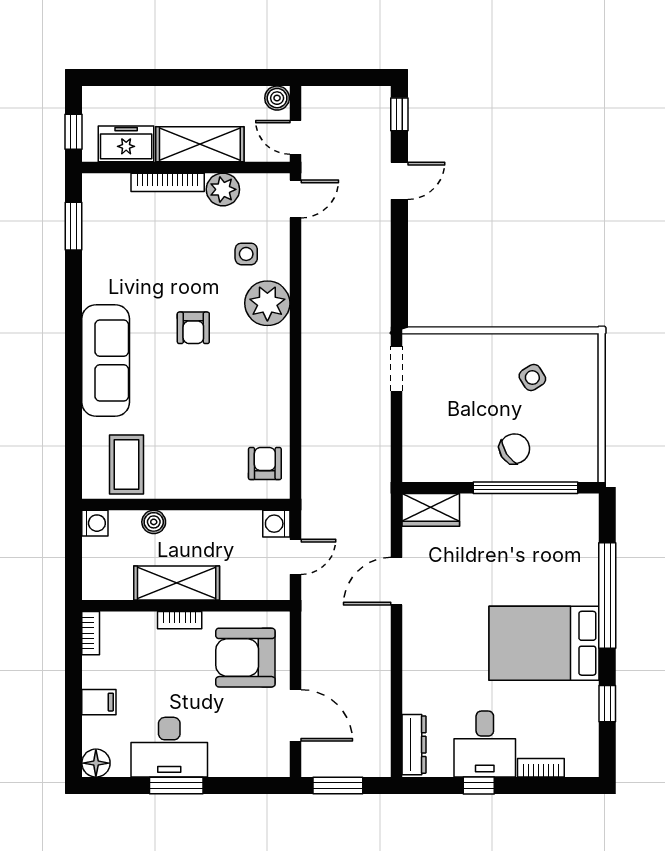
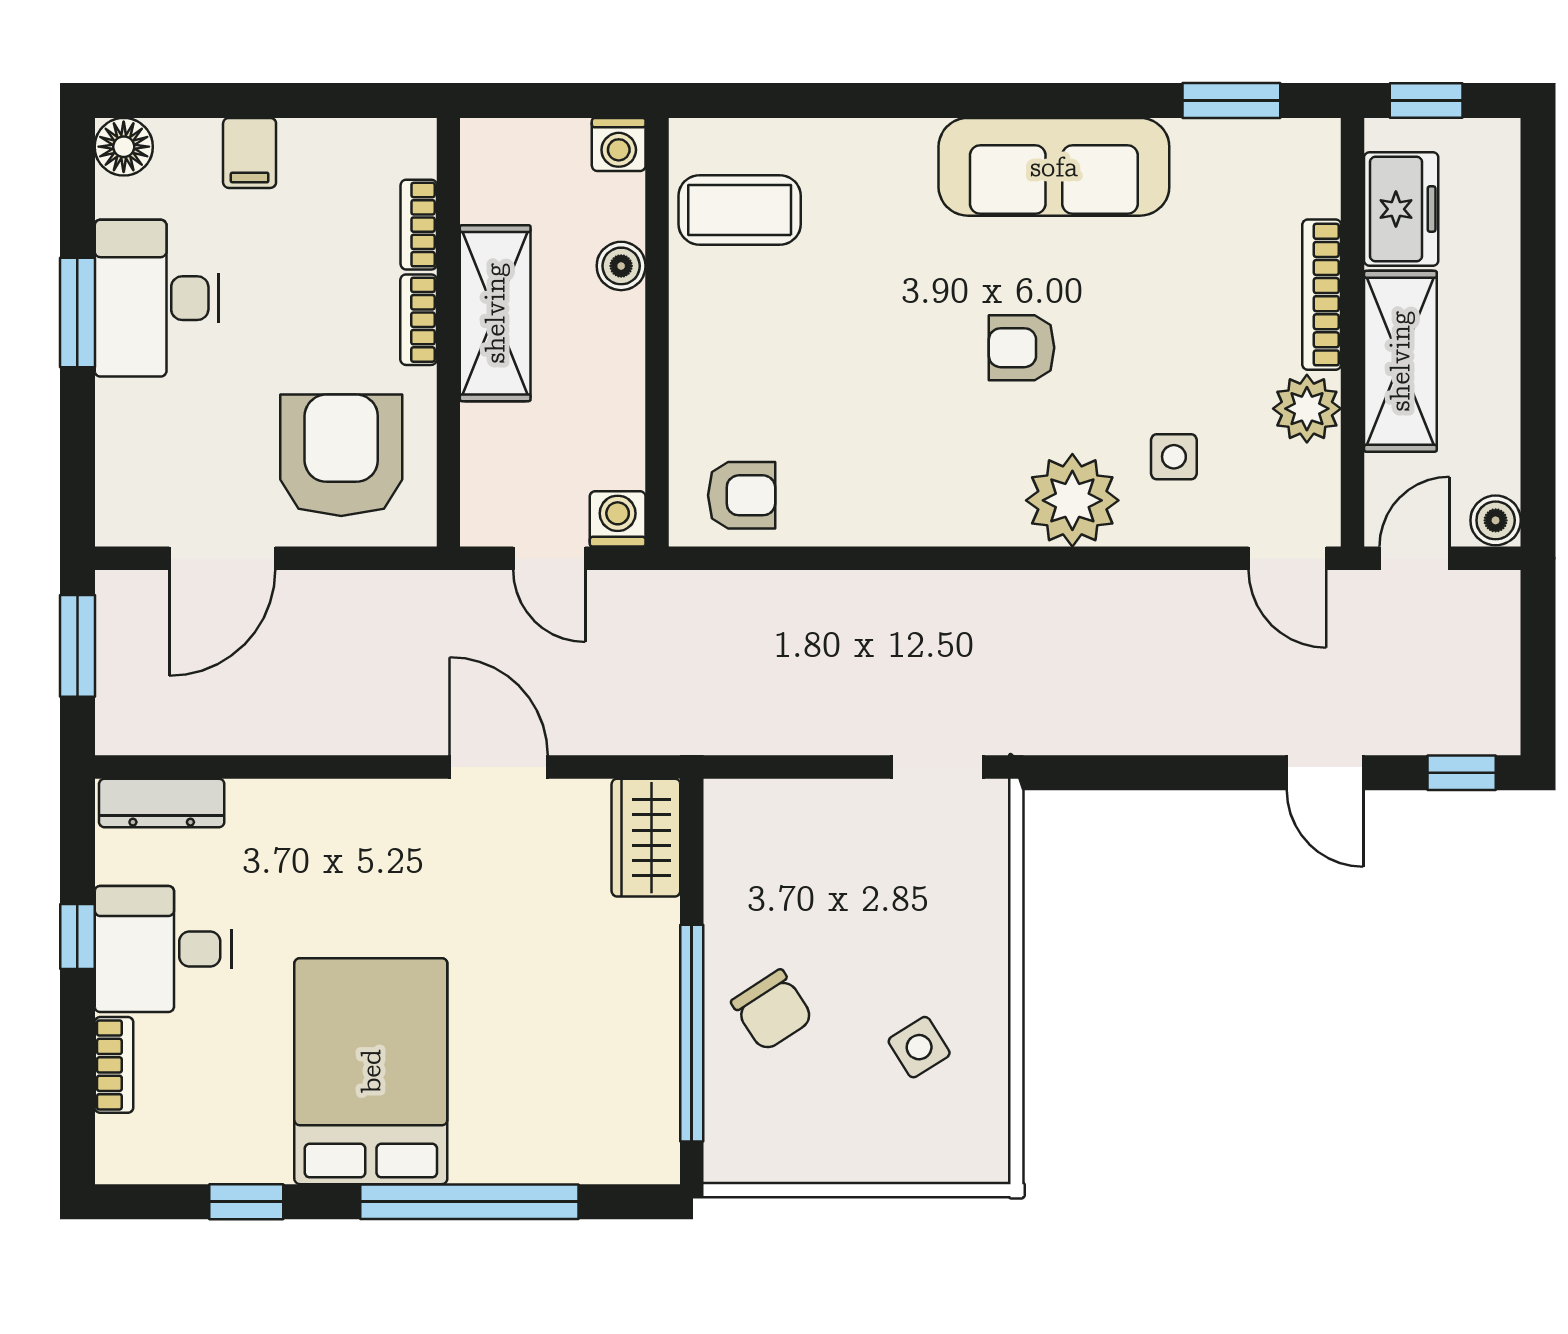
sofa: (106, 361) -> (1054, 167), moved
bookcase: (91, 633) -> (419, 225), moved, turned 90

